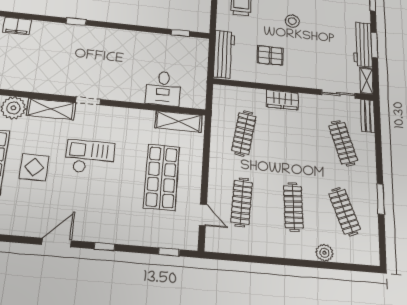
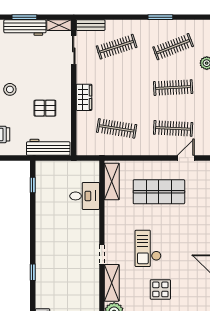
pallet: (270, 55) -> (45, 108), turned 90

